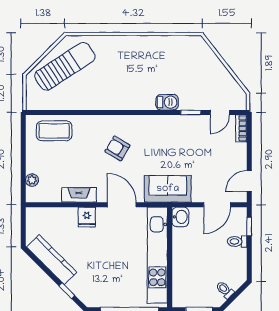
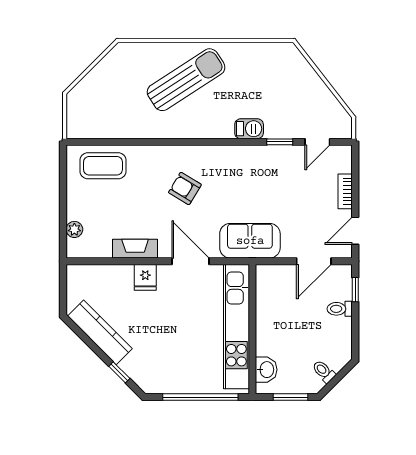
sun lounger: (65, 66) -> (186, 80), moved
bookcase: (241, 128) -> (345, 191), moved
washbasin: (180, 217) -> (266, 370), moved

